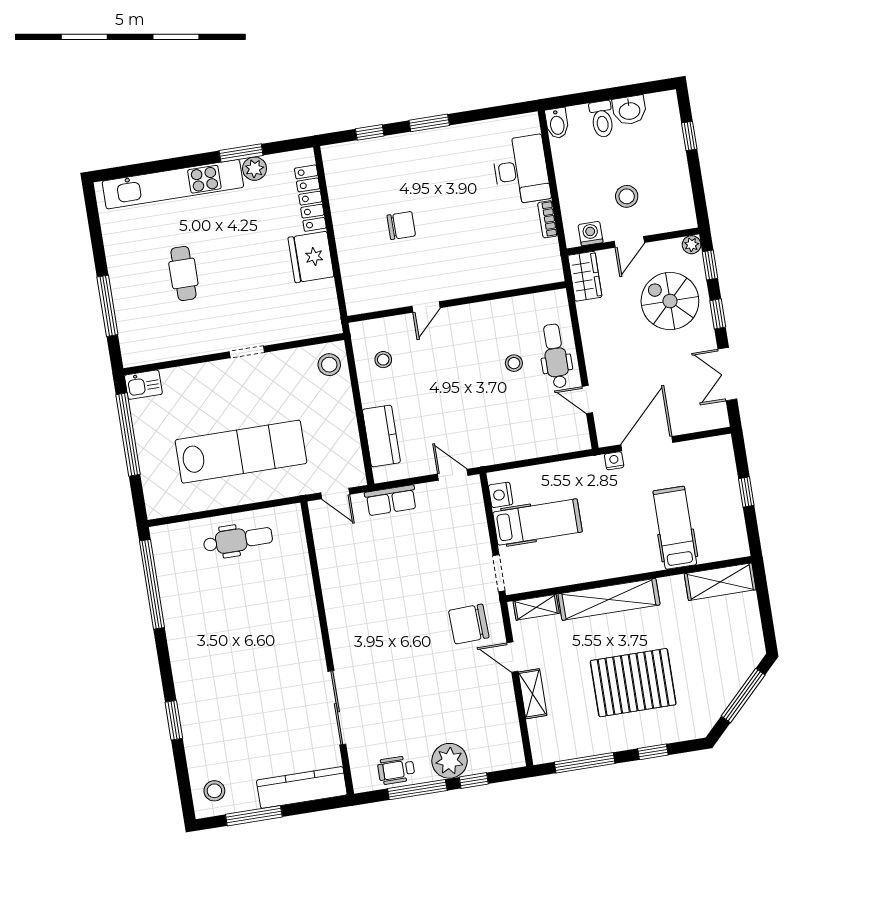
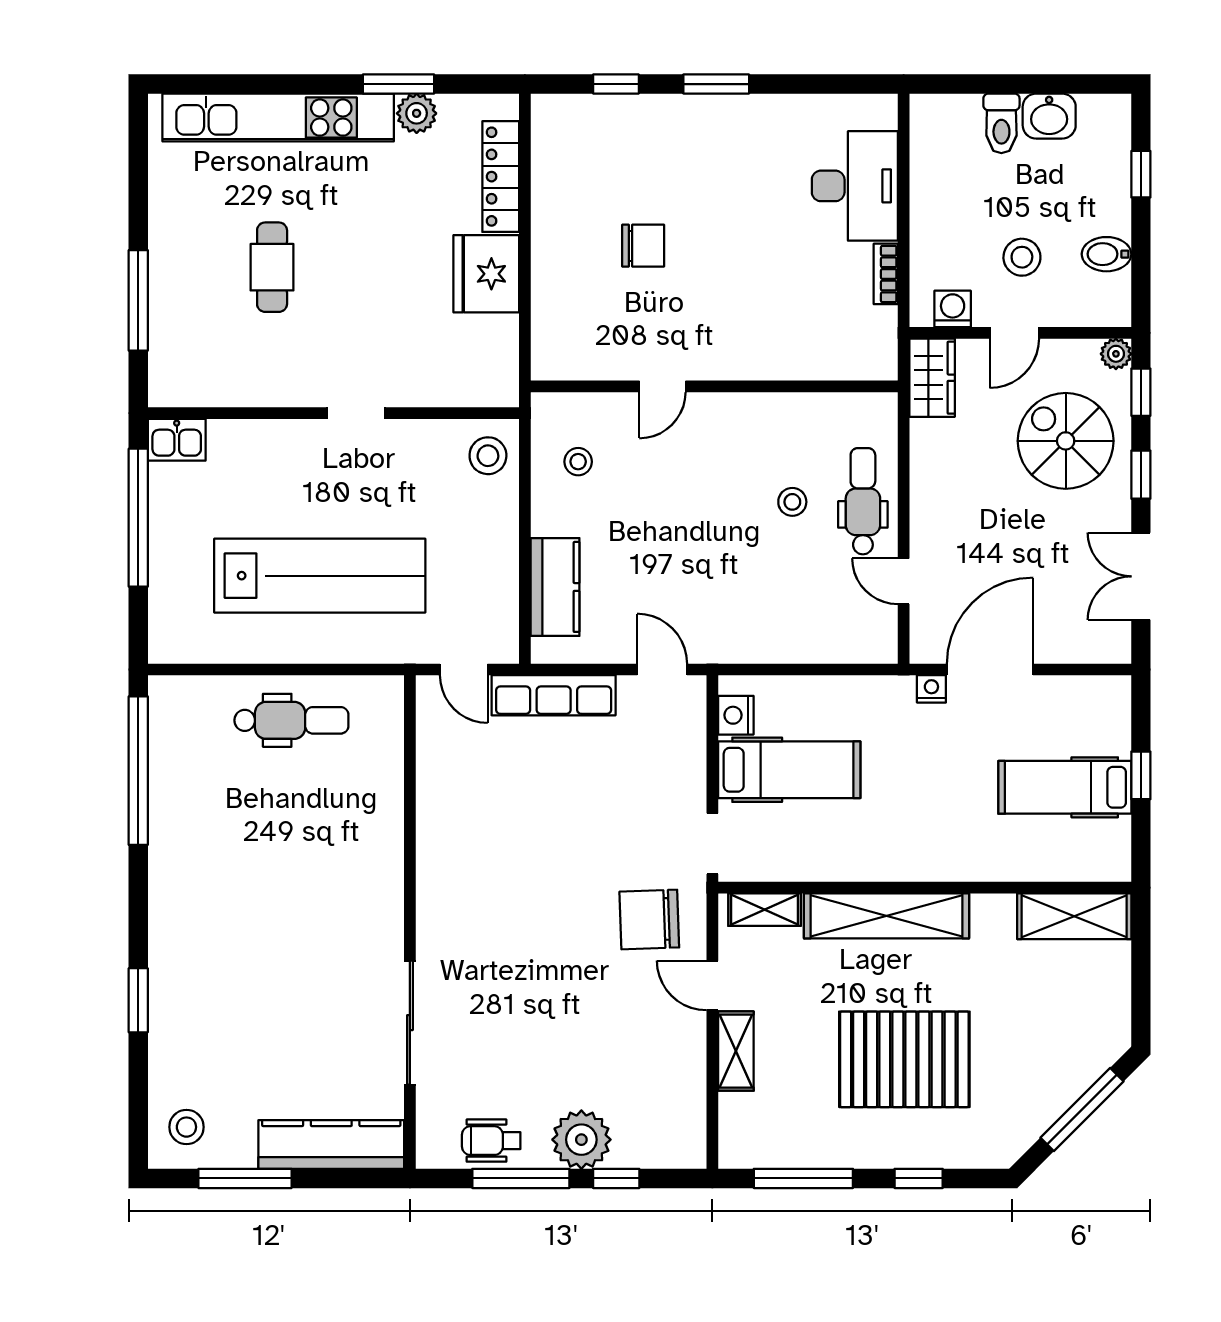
bidet: (557, 123) -> (1107, 254), moved, turned 90
row of seats: (391, 500) -> (554, 695), width x1.48
hospital bed: (675, 528) -> (1065, 787), moved, turned -90

